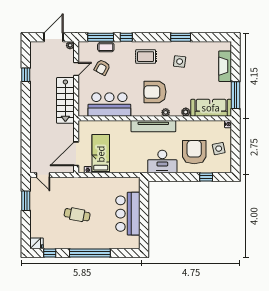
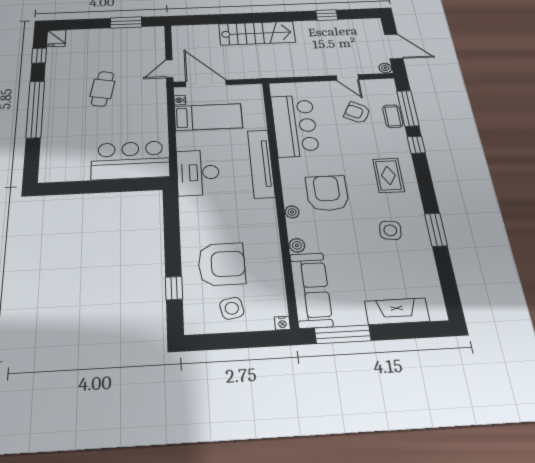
stairs: (65, 100) -> (257, 33), moved, turned 180
tv unit: (153, 126) -> (261, 163), moved
desk: (162, 161) -> (198, 173), moved
door: (43, 175) -> (169, 69), moved
bar counter: (128, 214) -> (130, 160), moved

